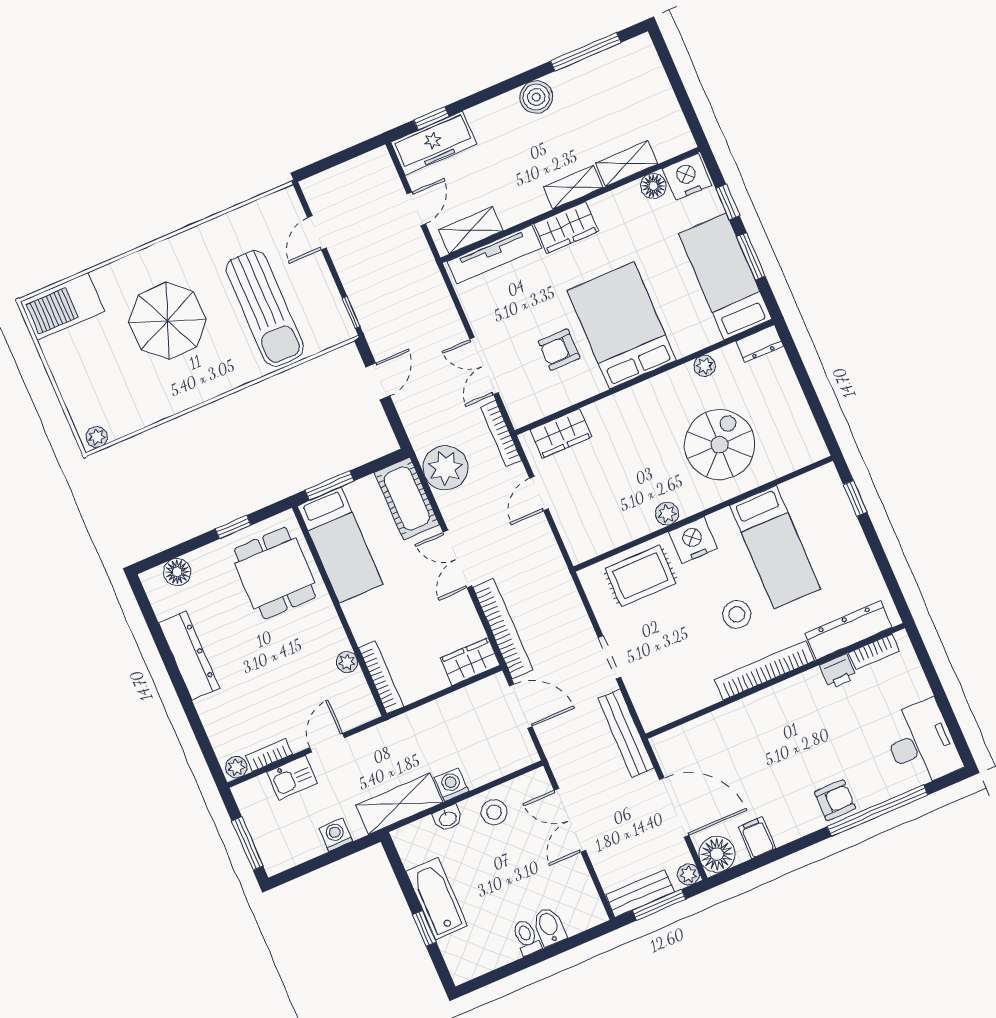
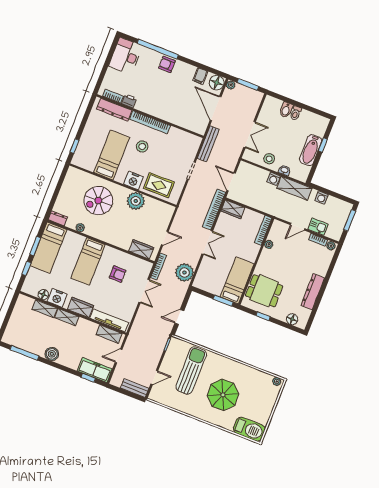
nightstand: (687, 177) -> (57, 298), moved
bed: (622, 325) -> (88, 261), width x0.67
cot: (407, 498) -> (204, 275), removed
plant: (667, 514) -> (136, 201), width x1.88, depth x1.88
dining table: (275, 573) -> (264, 291), turned 90
bench: (640, 893) -> (135, 388), moved

